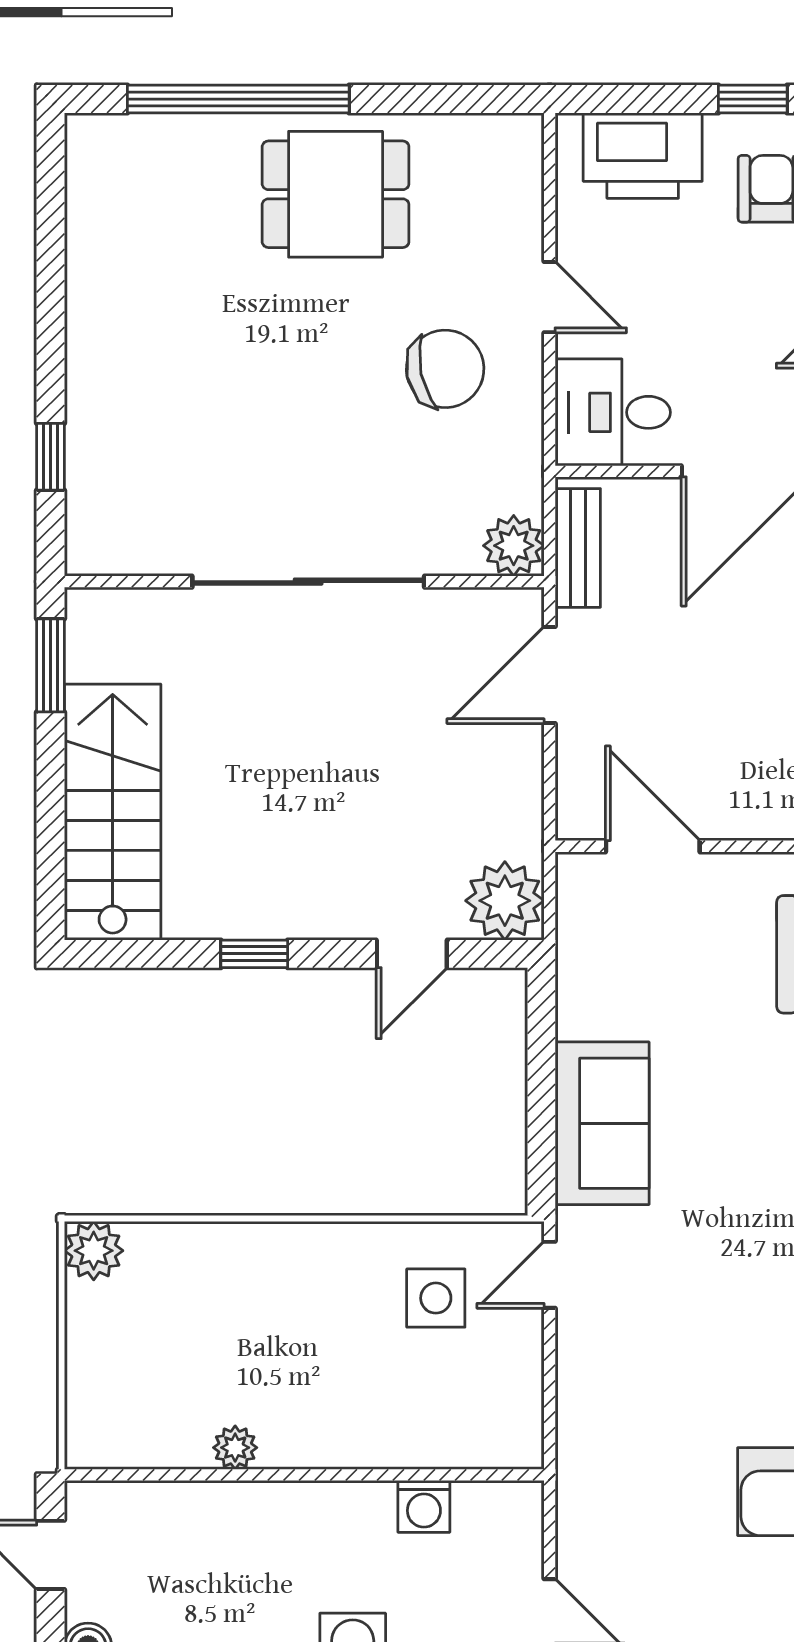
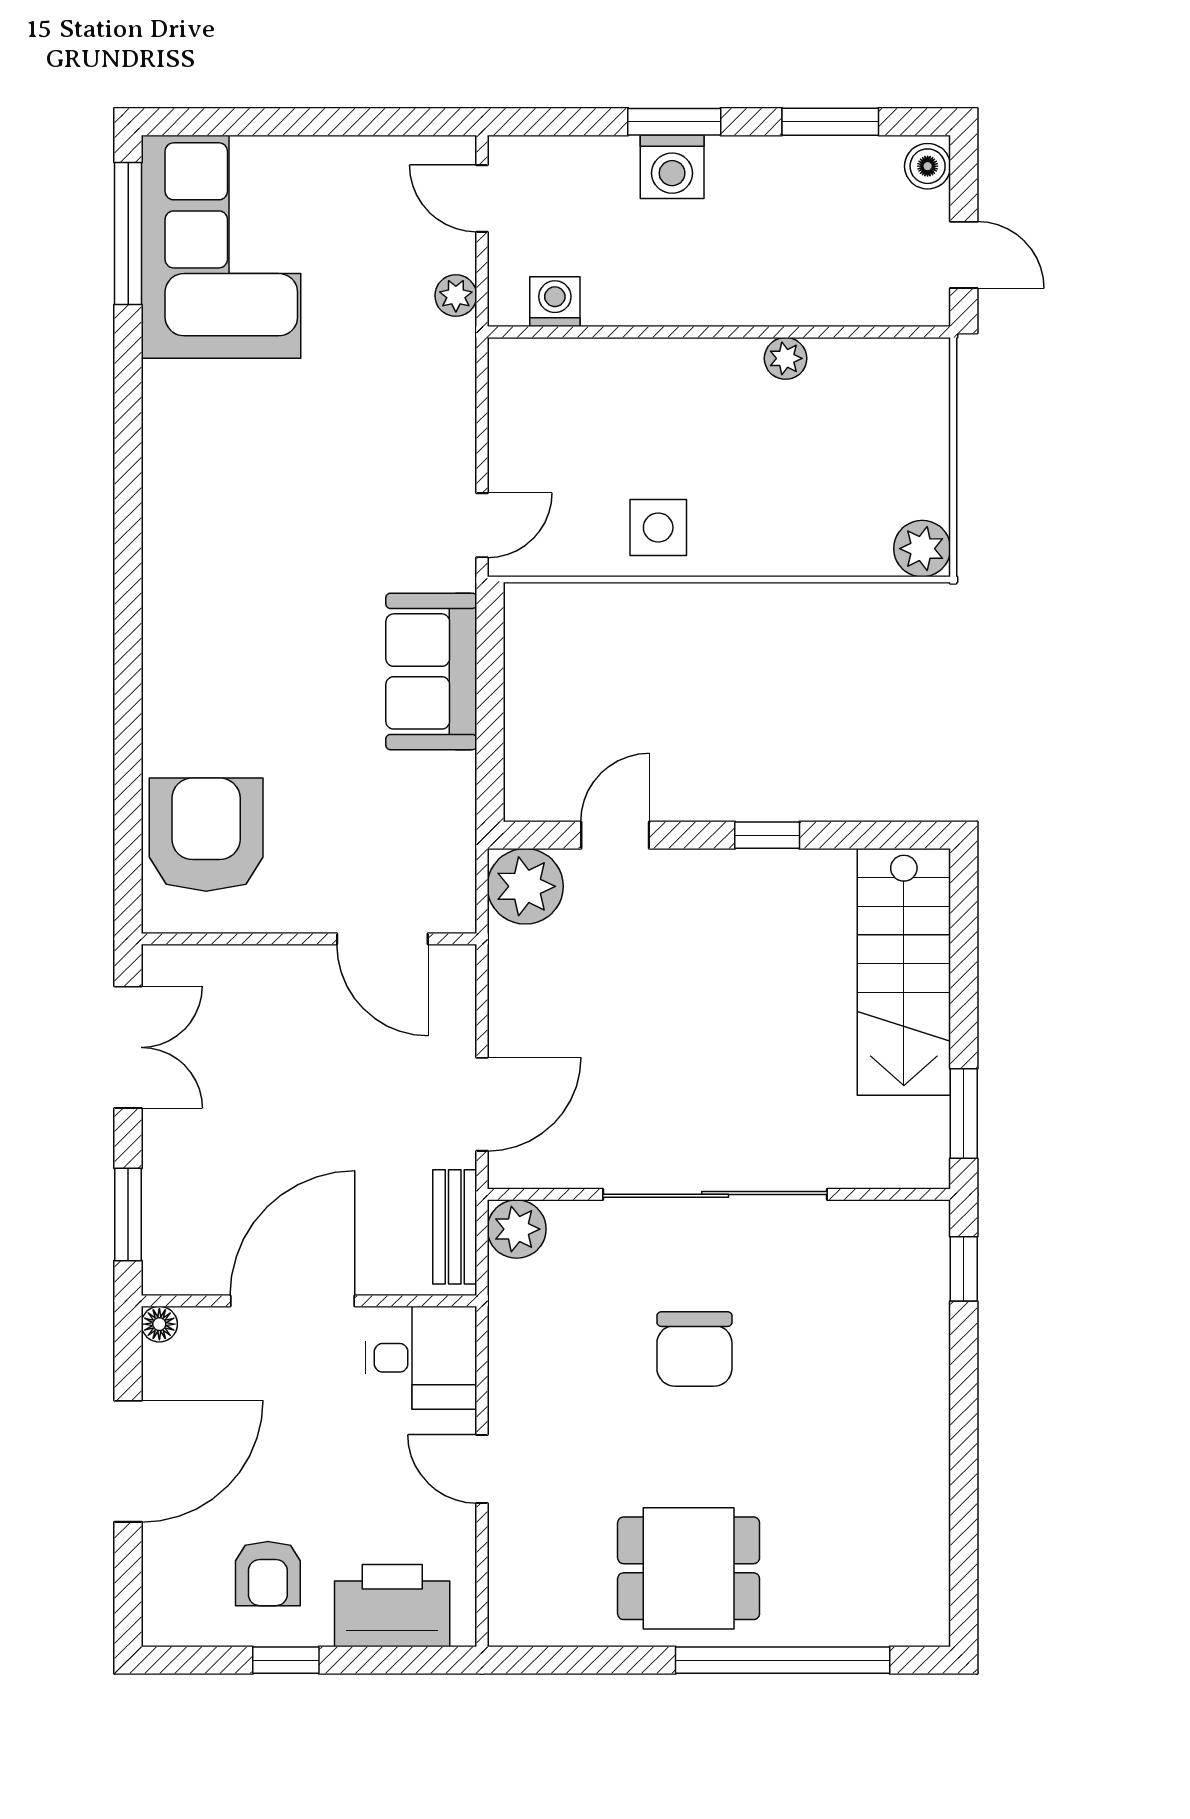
chair: (445, 369) -> (694, 1349), moved, turned -78
window: (51, 457) -> (964, 1269), moved
side table: (436, 1298) -> (658, 528), moved
washing machine: (424, 1506) -> (555, 302), moved
plant: (577, 1513) -> (456, 296), added

